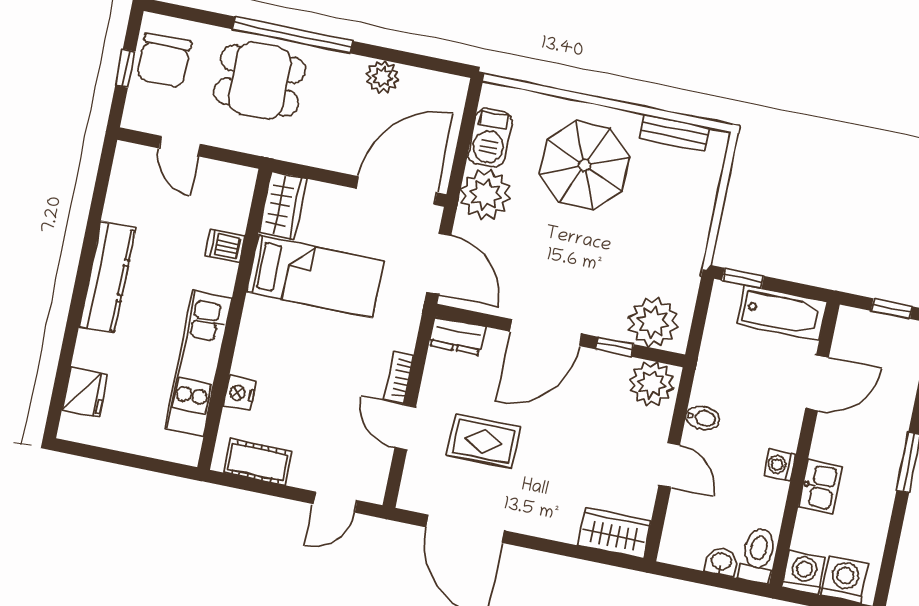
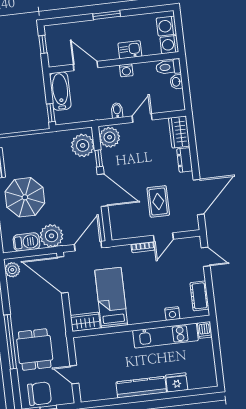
plant: (382, 77) -> (12, 270), moved
door: (180, 146) -> (74, 375), swing flipped
dishwasher: (225, 246) -> (204, 330), moved
dresser: (457, 336) -> (185, 160), moved, turned 180
fridge: (85, 392) -> (177, 382), moved

